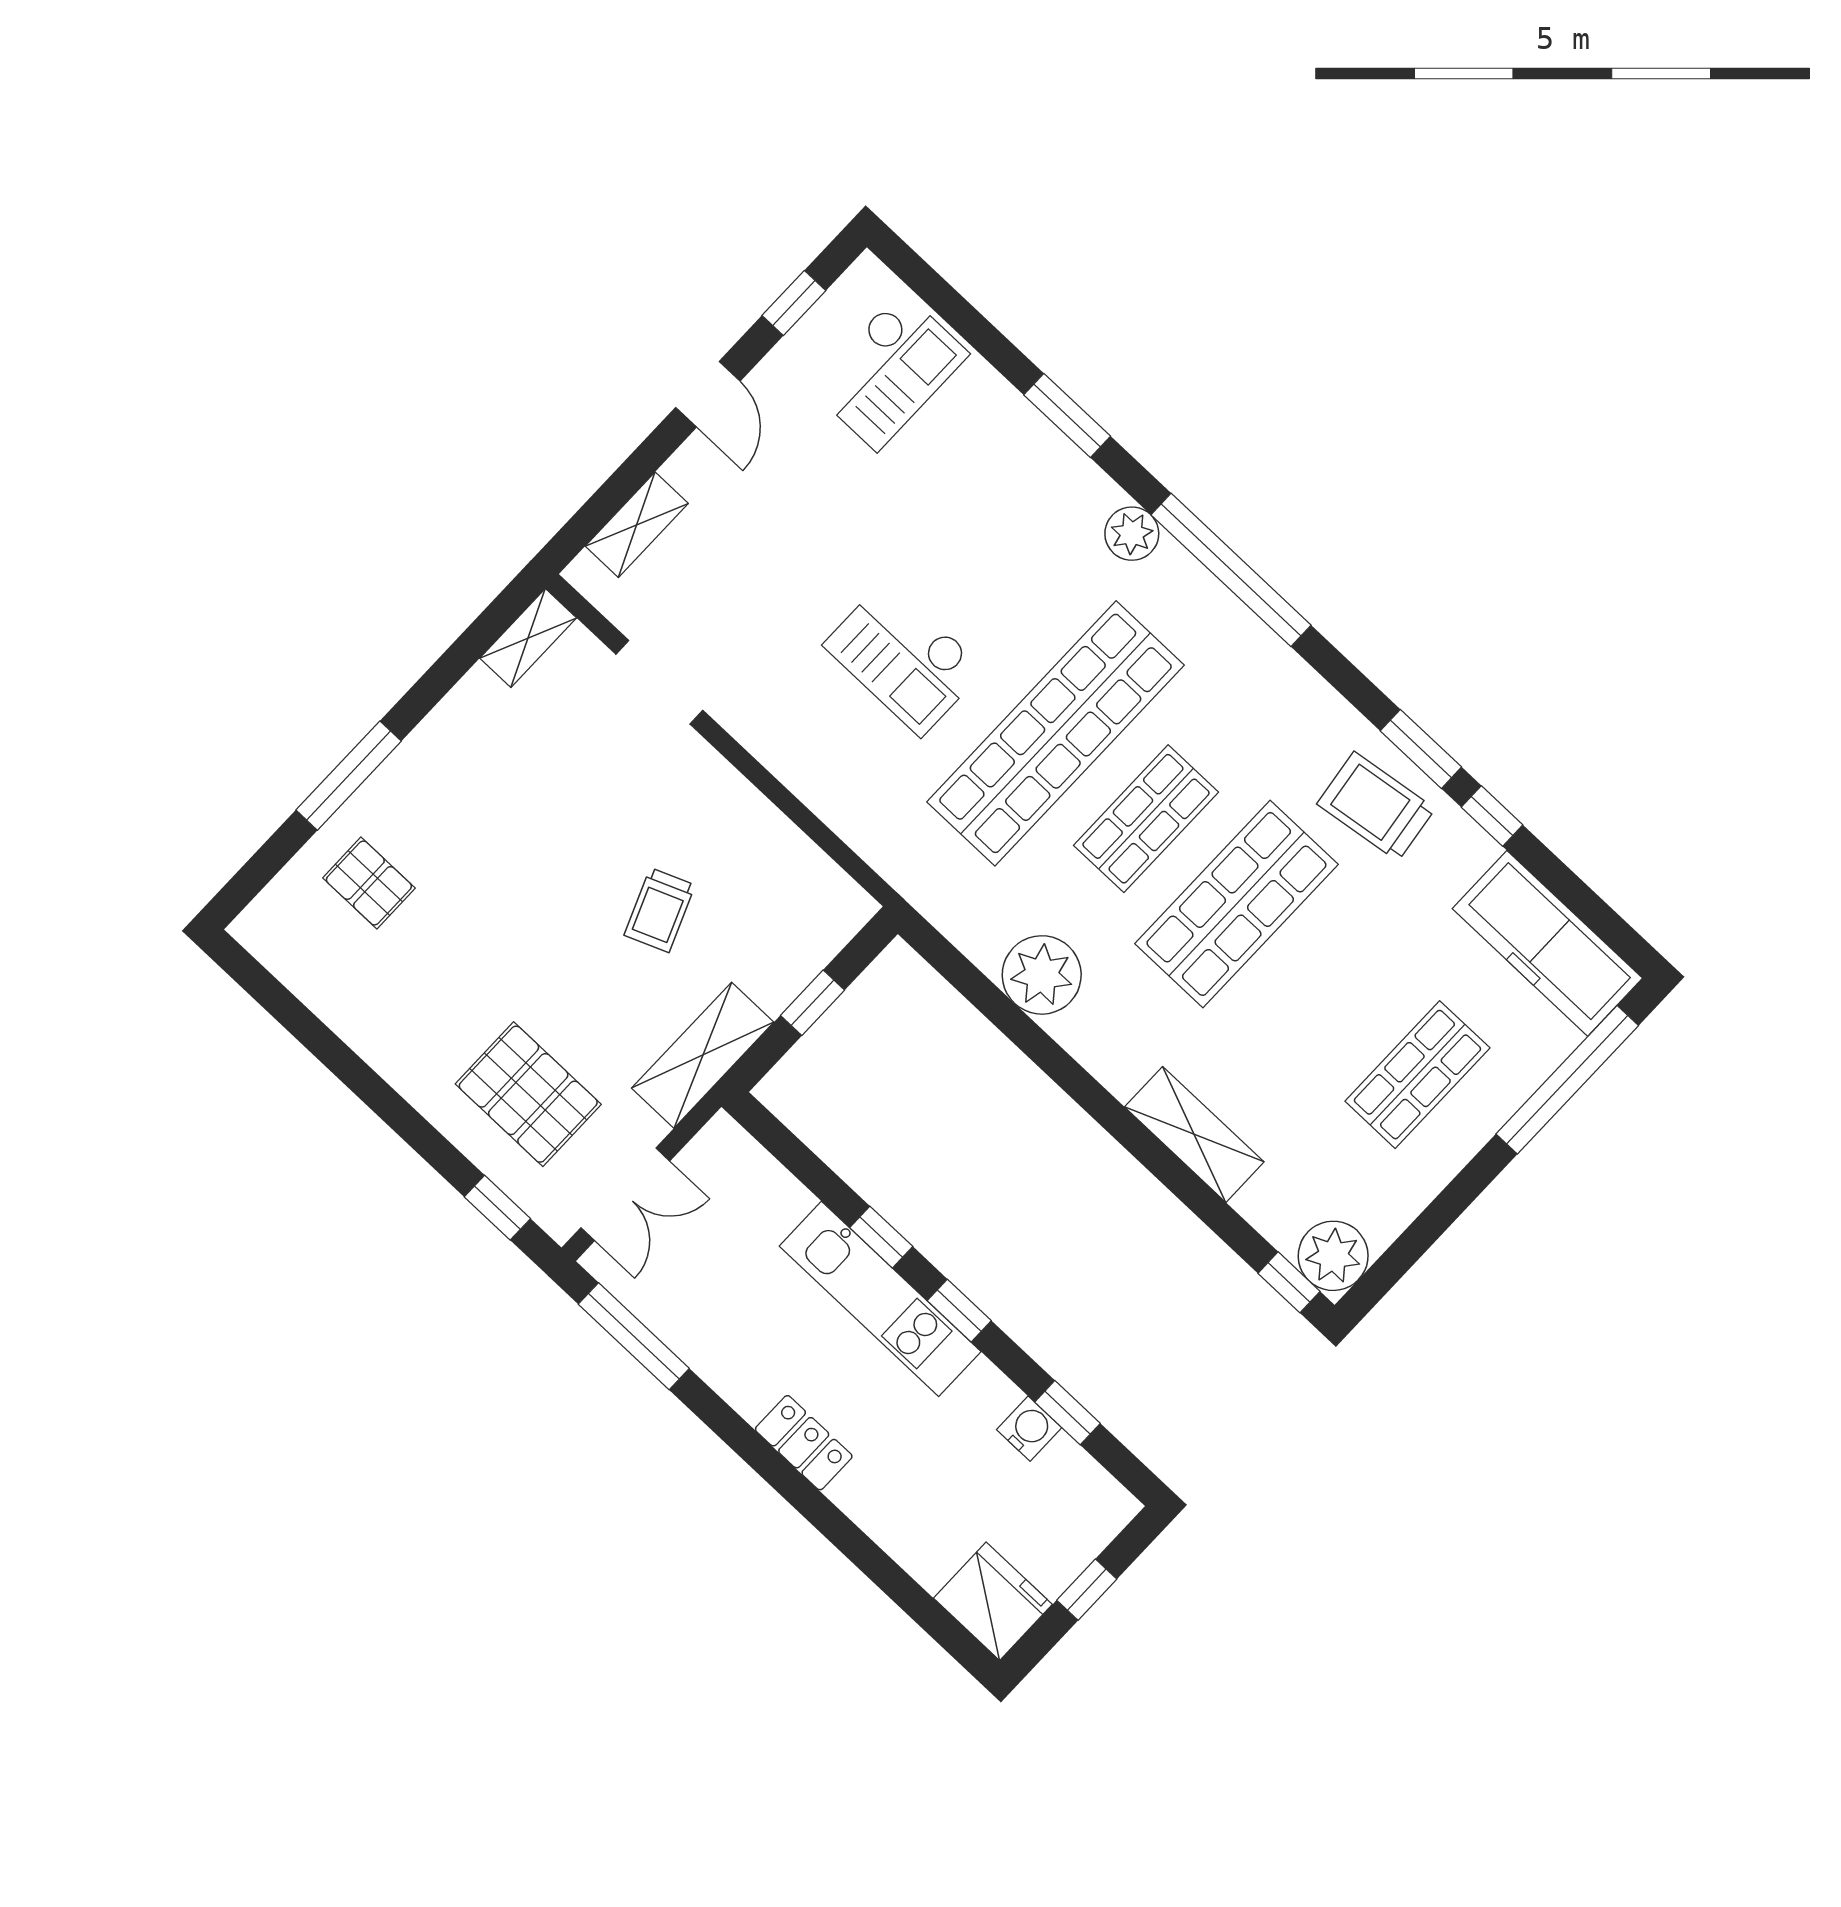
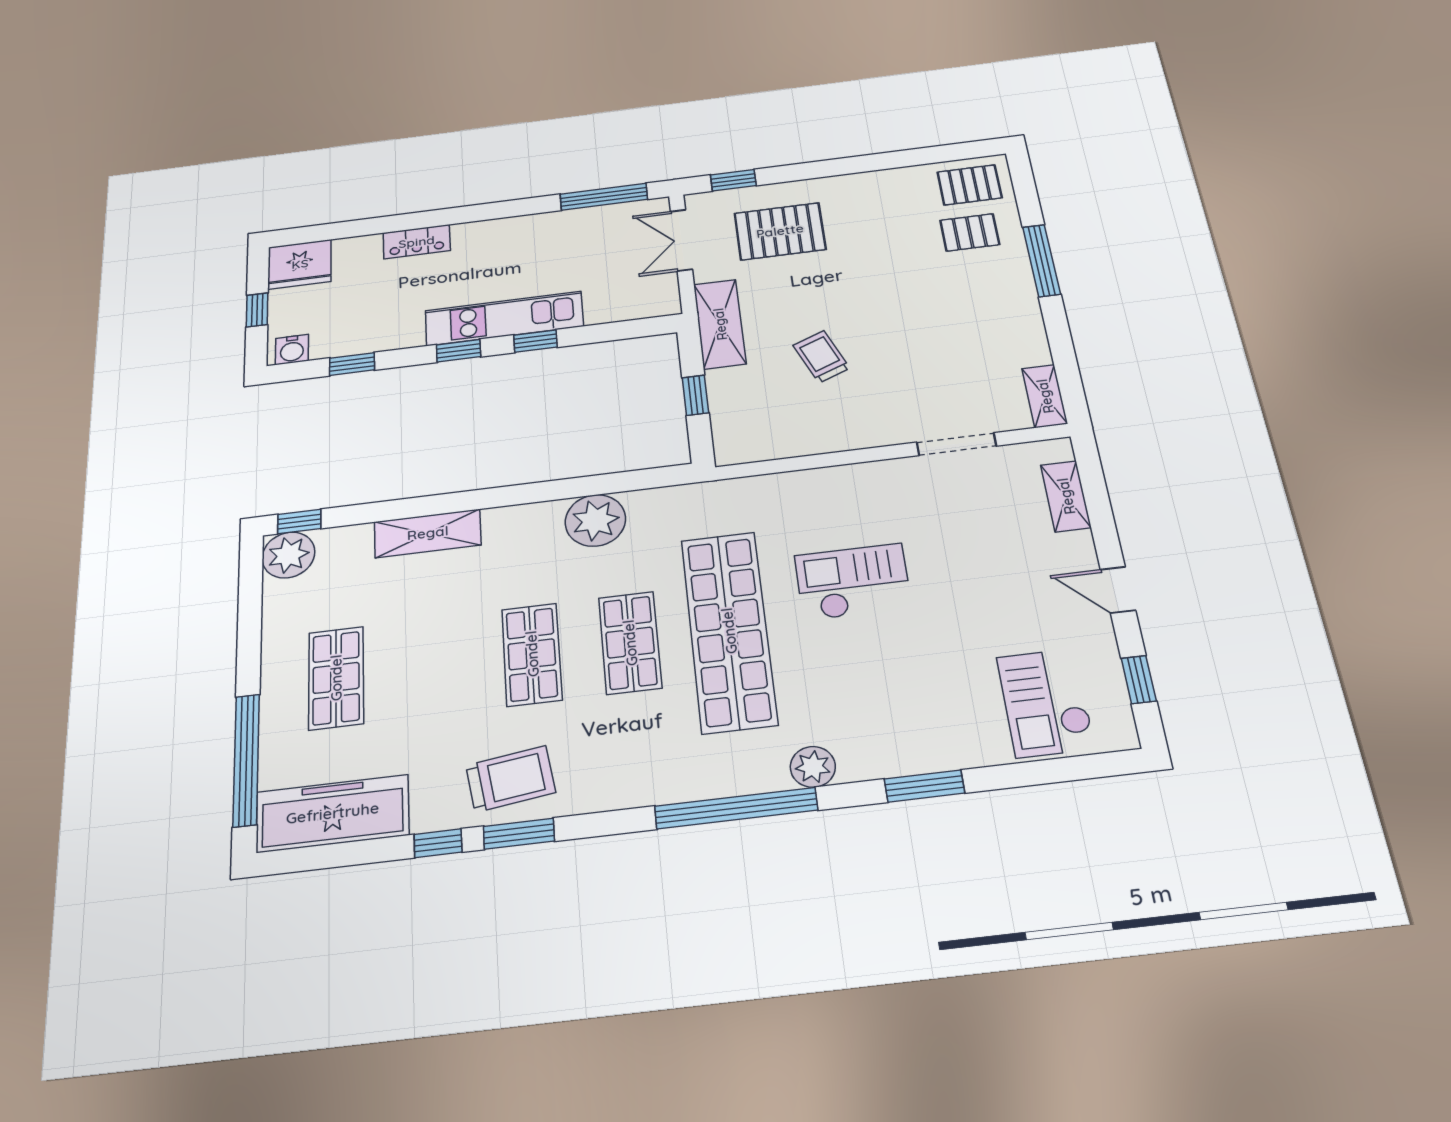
shop shelf: (1236, 904) -> (532, 654), width x0.70, depth x0.74
pallet: (301, 935) -> (970, 185), added
water cooler: (1029, 1429) -> (292, 350), moved
locker: (804, 1443) -> (417, 242), moved

